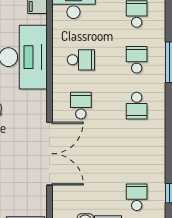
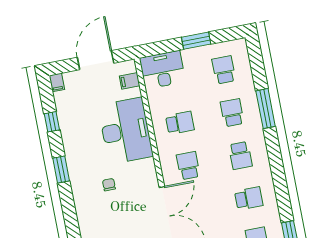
school desk: (137, 151) -> (249, 198), added

